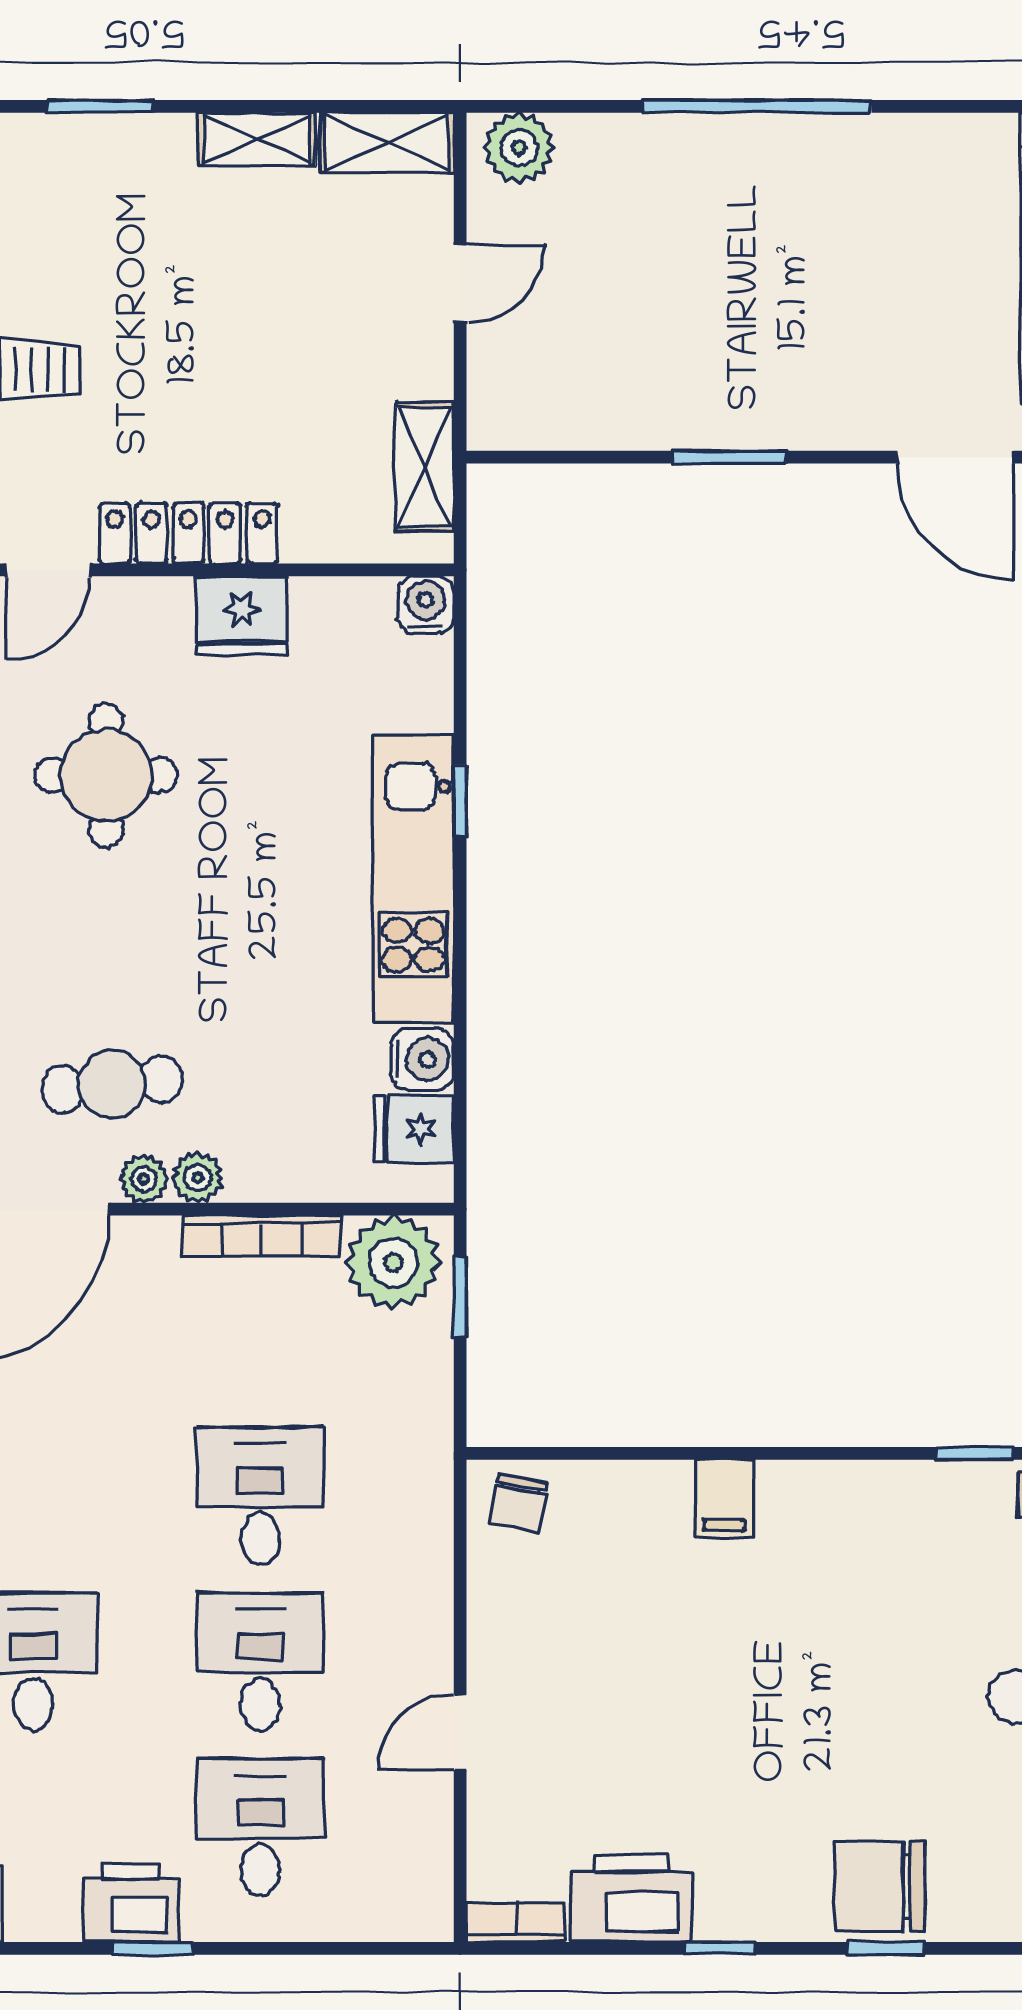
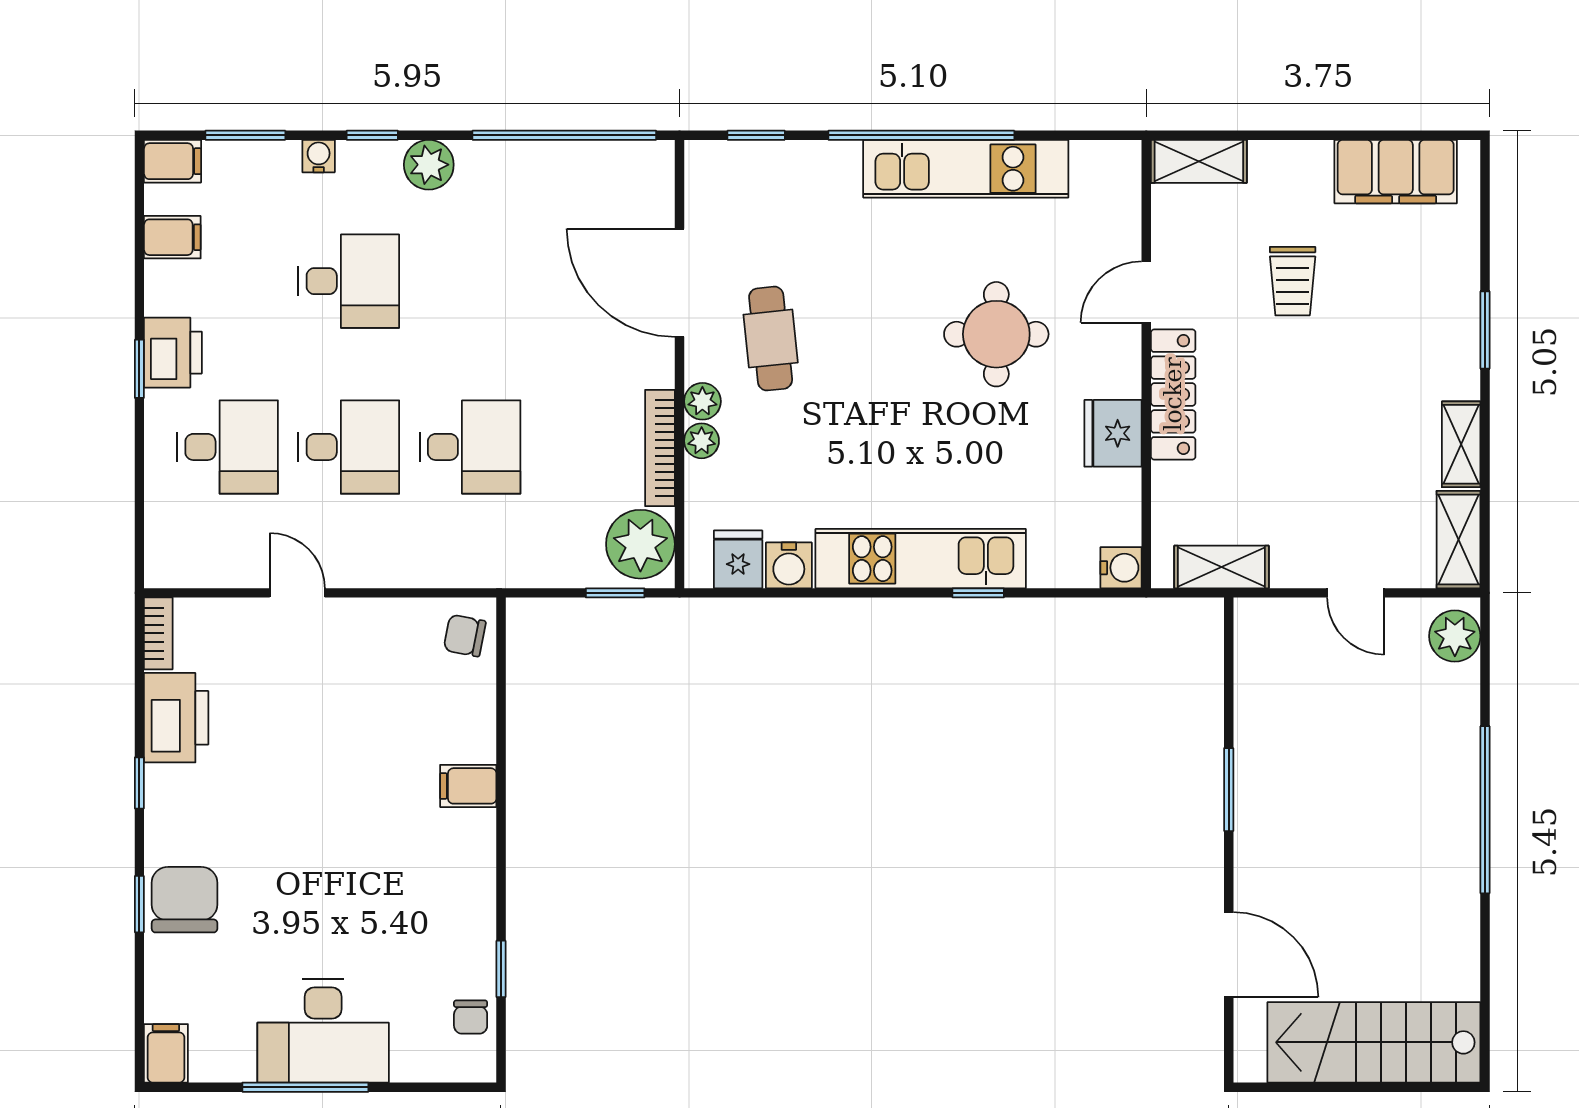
door: (955, 457) -> (1229, 955), swing flipped
door: (48, 570) -> (1146, 292), hinge flipped
plant: (144, 1179) -> (702, 441), moved

